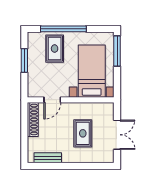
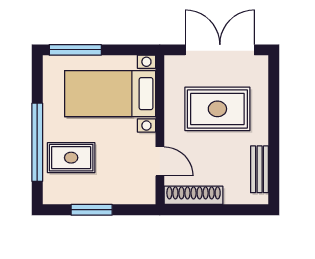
rug: (83, 133) -> (217, 109), width x1.36, depth x1.43
double door: (117, 135) -> (220, 50), width x1.37

